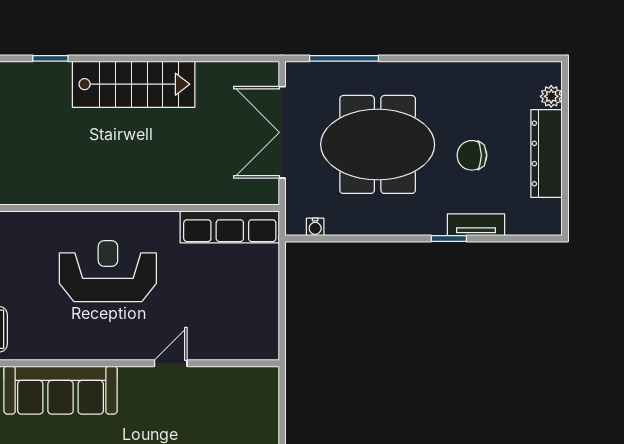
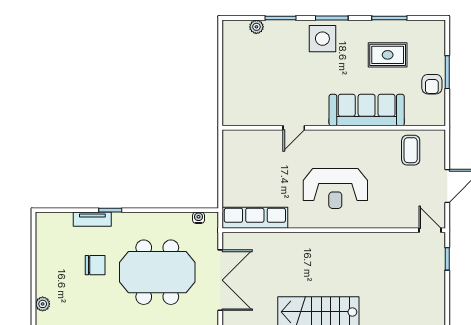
dresser: (547, 153) -> (46, 266), removed

